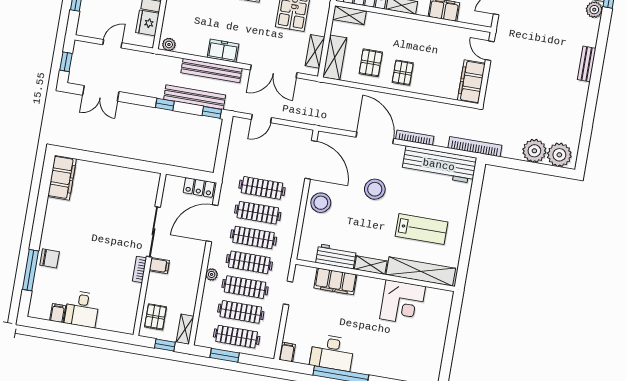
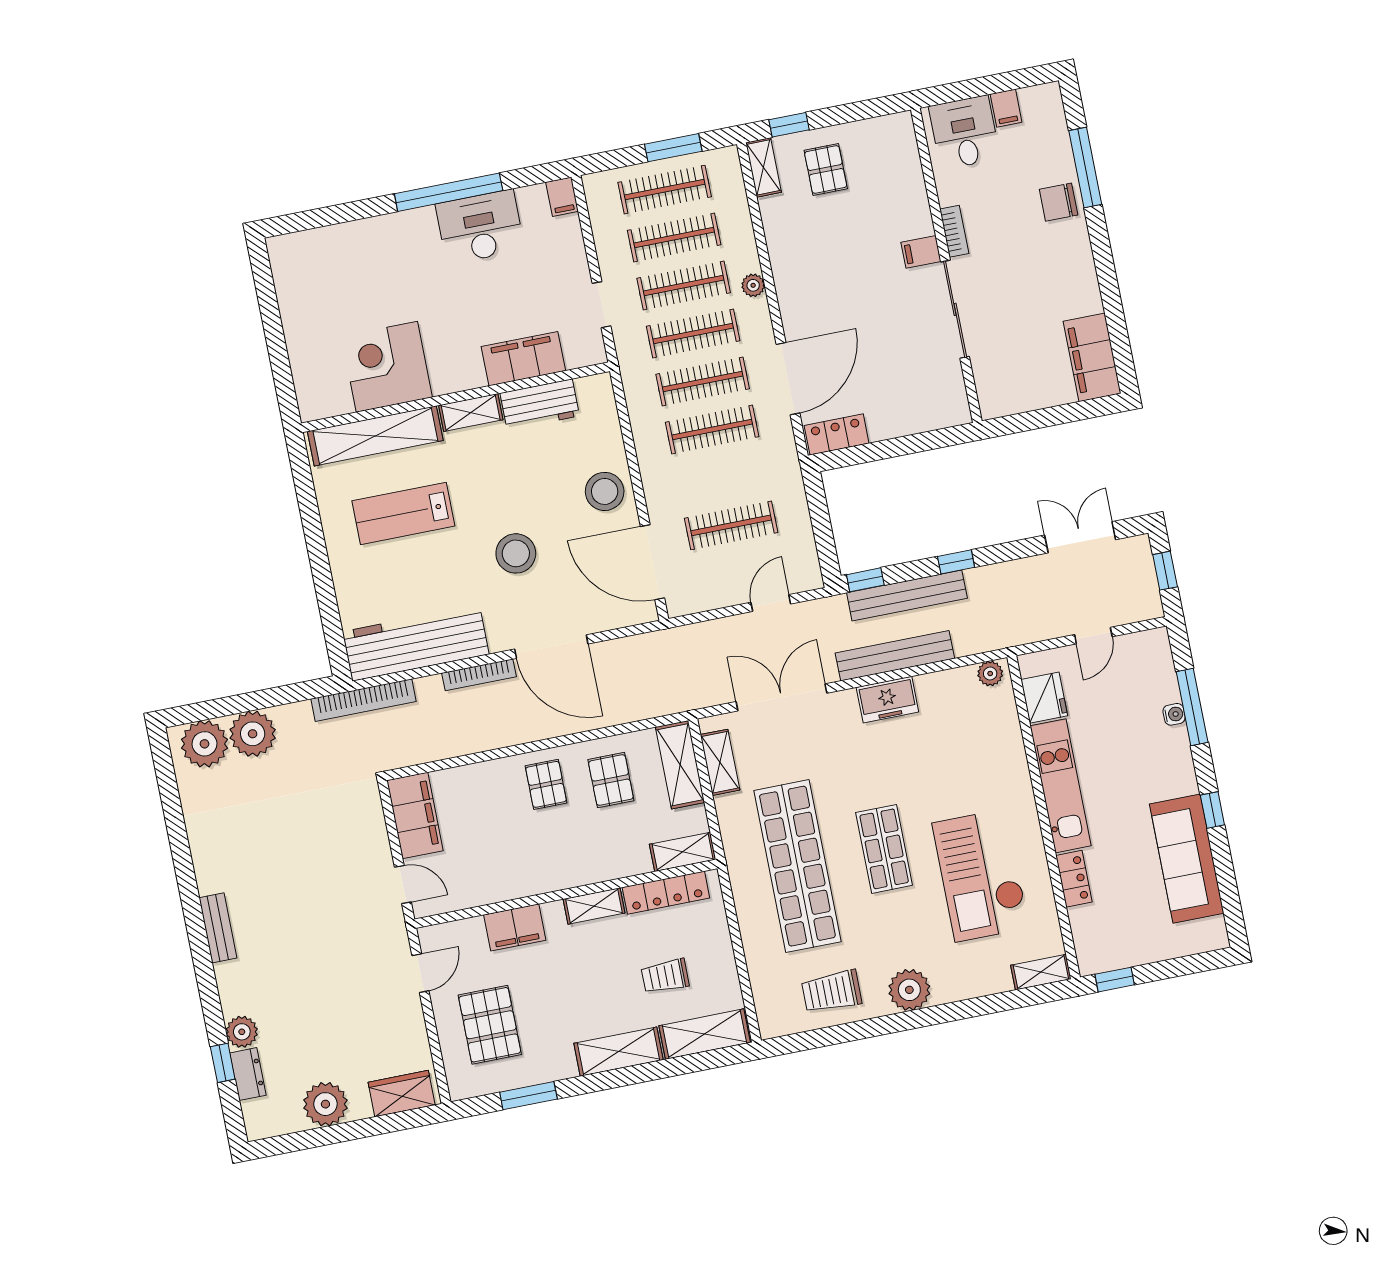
clothes rail: (262, 188) -> (731, 525), moved
sliding door: (153, 232) -> (955, 309), moved
wall: (150, 254) -> (946, 265), moved
filing cabinet: (159, 266) -> (921, 252), moved
bookcase: (140, 269) -> (954, 231), moved

